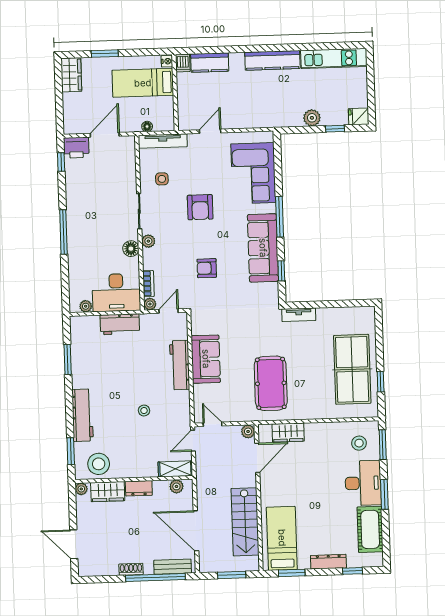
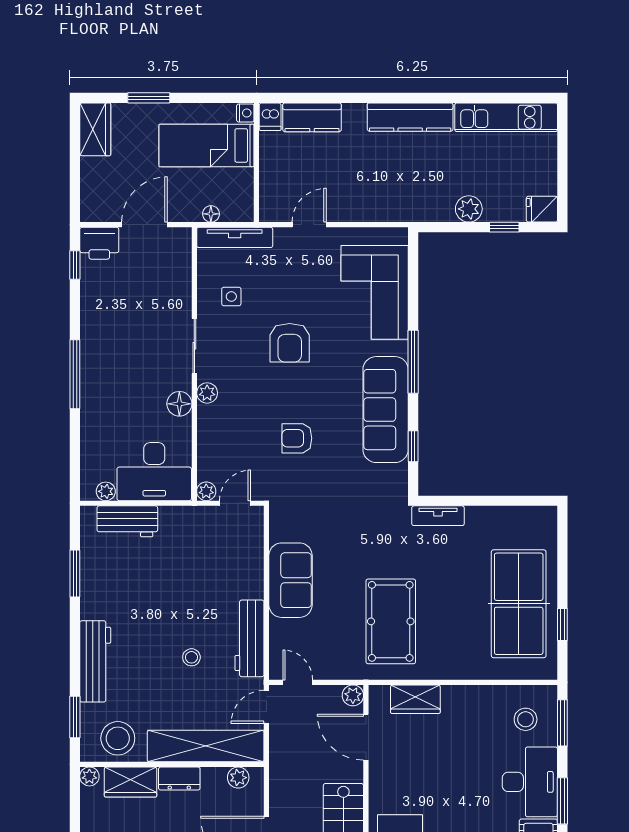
bookcase: (148, 284) -> (205, 459), removed
workbench: (120, 324) -> (127, 521), moved
workbench: (180, 365) -> (249, 638), moved
door: (257, 458) -> (366, 737), swing flipped
shelving: (175, 469) -> (206, 746), width x2.20, depth x1.33

